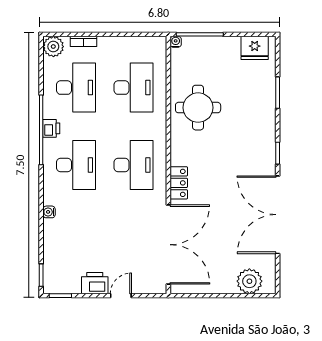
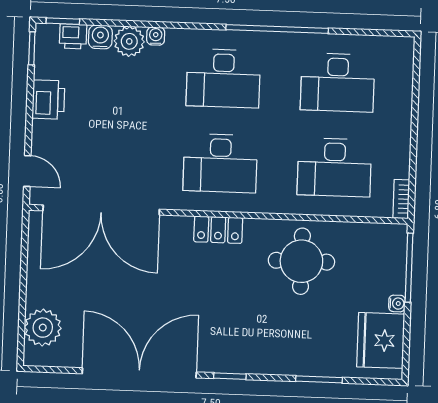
bookcase: (83, 41) -> (401, 199), moved
water cooler: (176, 42) -> (397, 303), moved
plant: (53, 47) -> (129, 41), moved
fridge: (255, 48) -> (381, 340), width x1.36, depth x1.34
printer: (51, 128) -> (73, 36), moved
locker: (179, 183) -> (218, 230), moved
water cooler: (51, 249) -> (100, 37), added
door: (121, 296) -> (27, 171), moved

